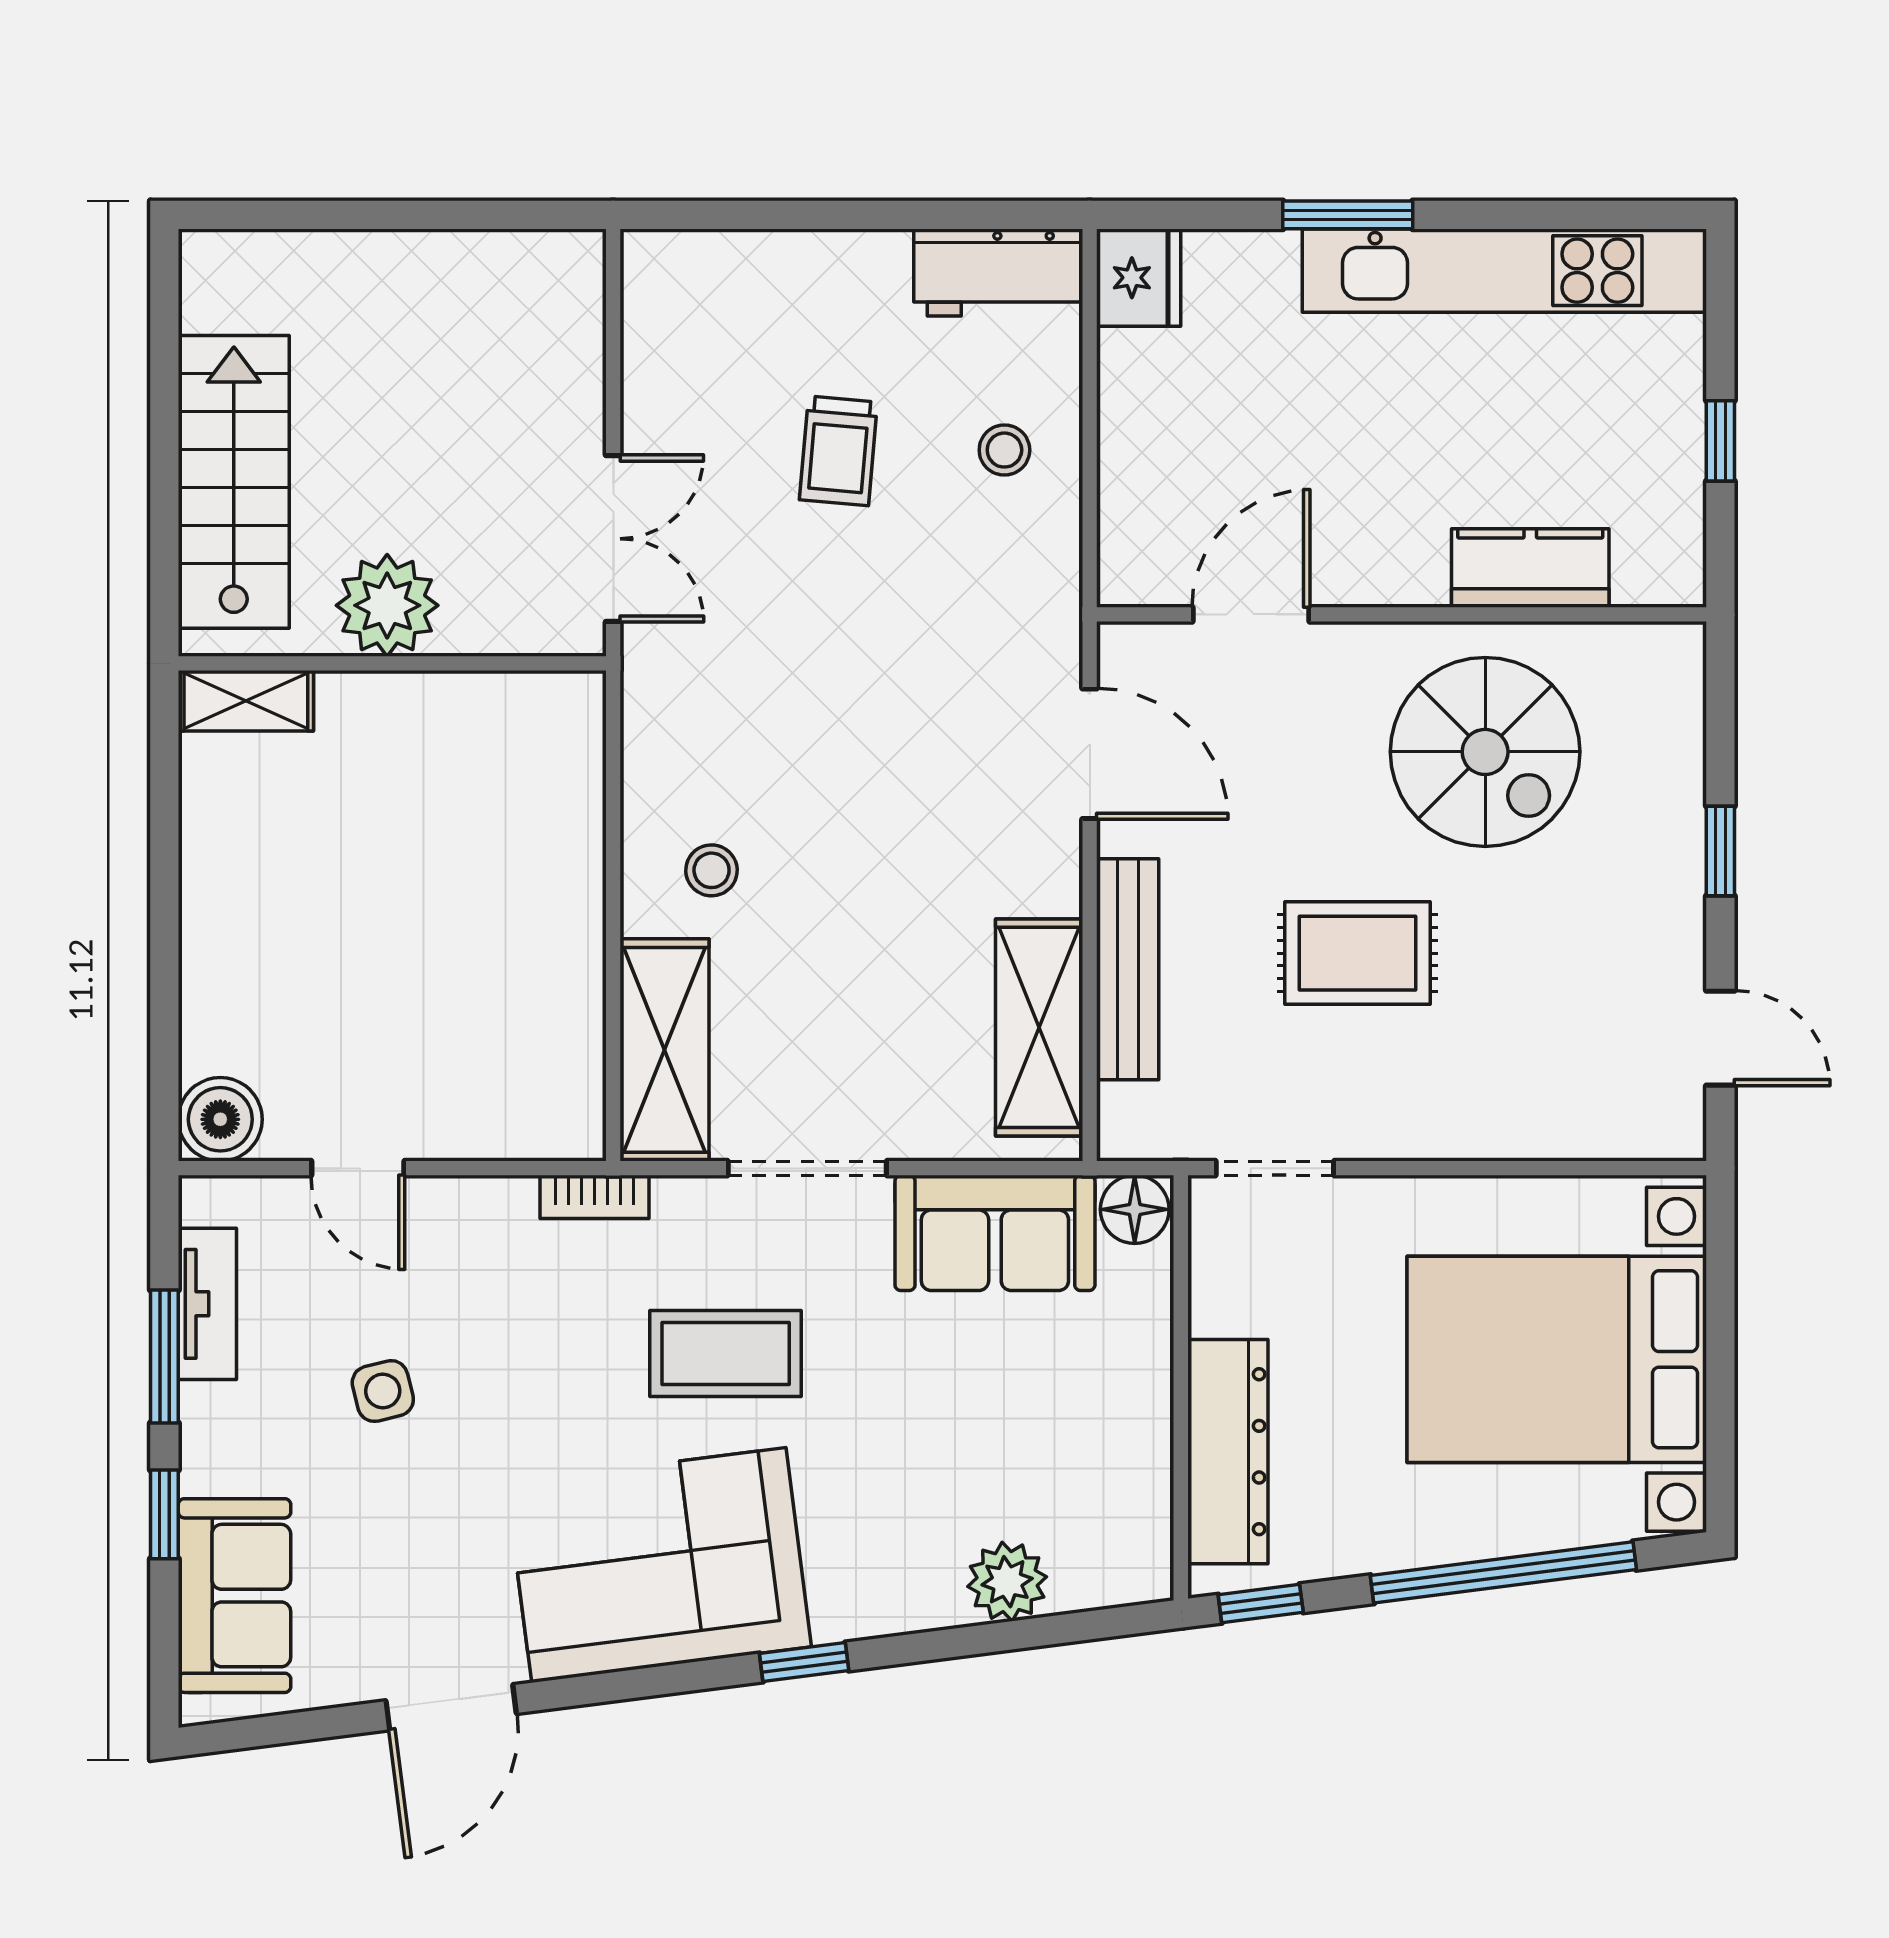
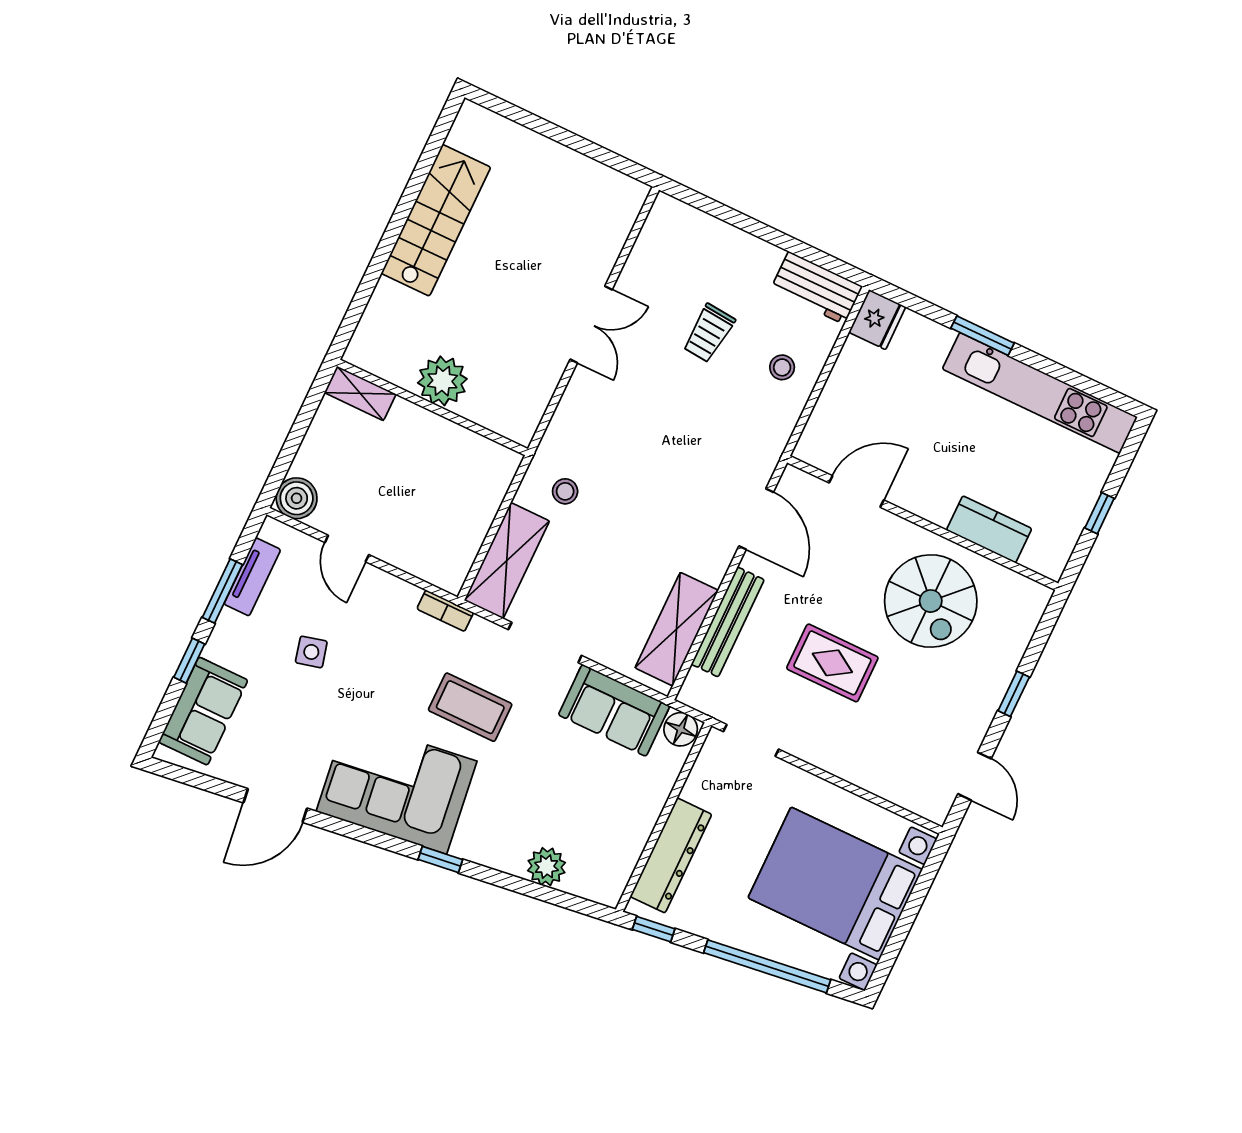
plant: (387, 605) -> (442, 381), moved
wall: (392, 663) -> (432, 407), moved
shelving: (246, 701) -> (360, 393), moved

